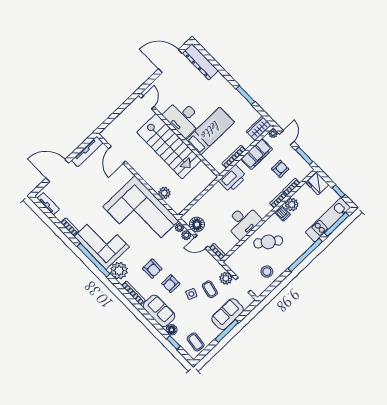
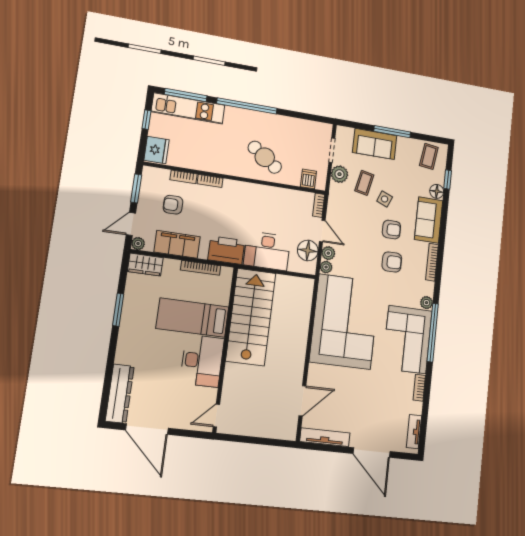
stairs: (169, 146) -> (251, 317), moved
plant: (164, 193) -> (302, 314), removed
plant: (292, 205) -> (203, 162), removed
dishwasher: (283, 213) -> (308, 179), moved
desk: (243, 222) -> (267, 251), moved, turned 180
armchair: (152, 269) -> (392, 262), turned 90
plant: (119, 271) -> (426, 303), width x0.53, depth x0.53
stool: (267, 272) -> (298, 135), removed

